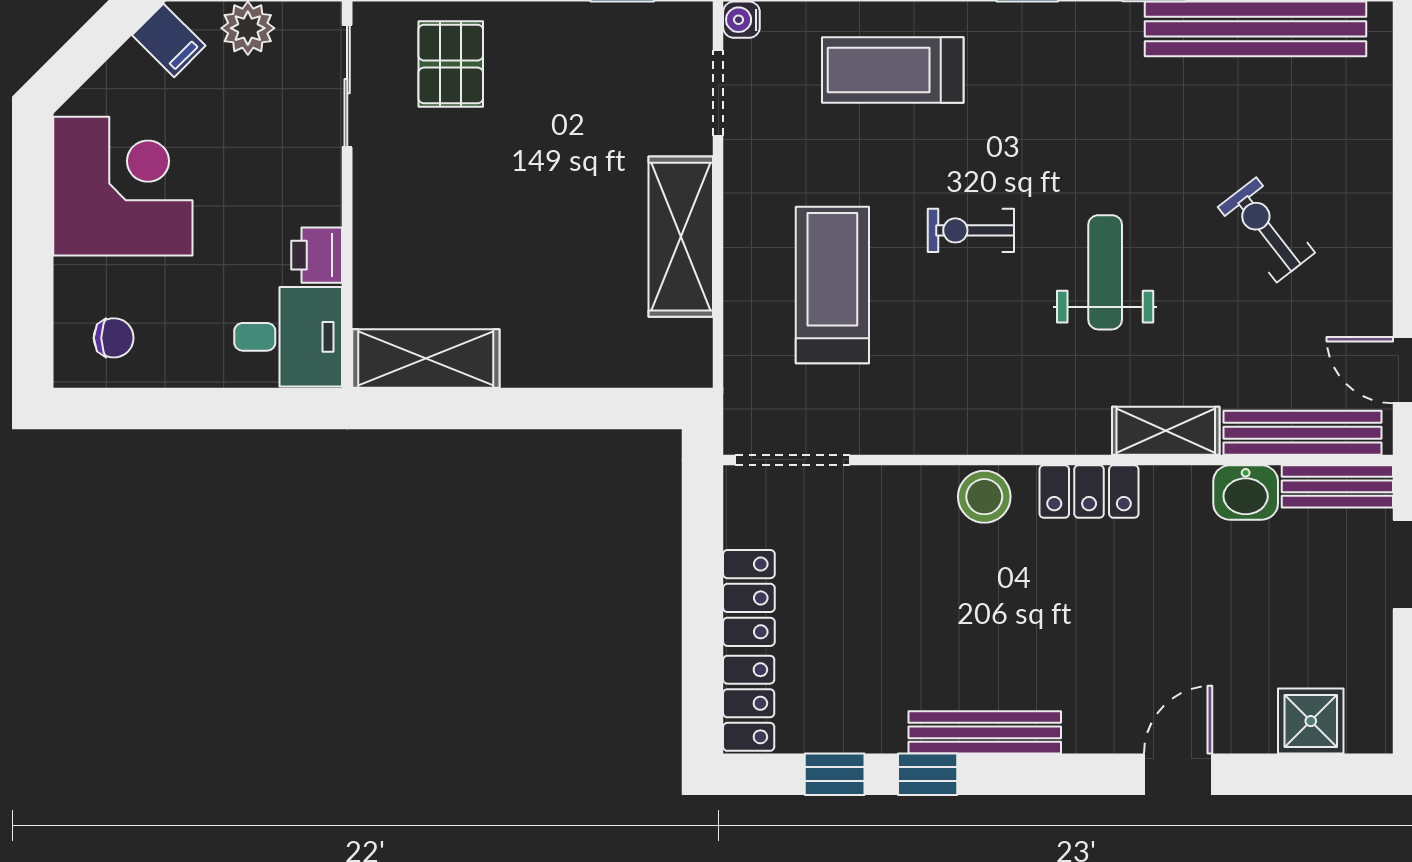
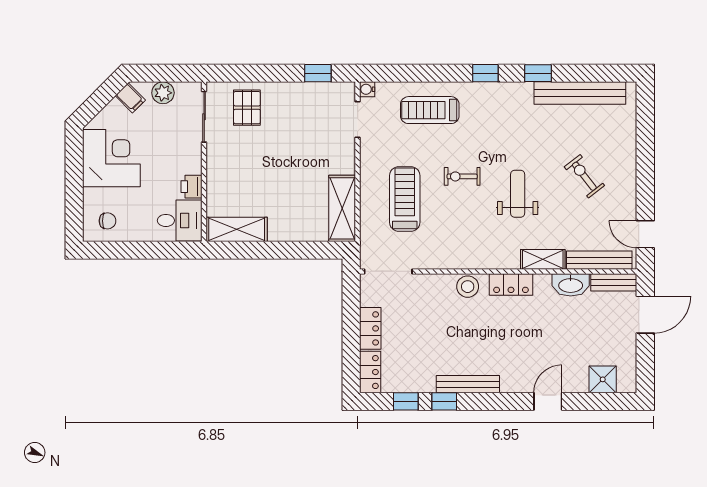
shelving: (681, 237) -> (342, 208), moved
washbasin: (1246, 492) -> (571, 285), width x1.38

